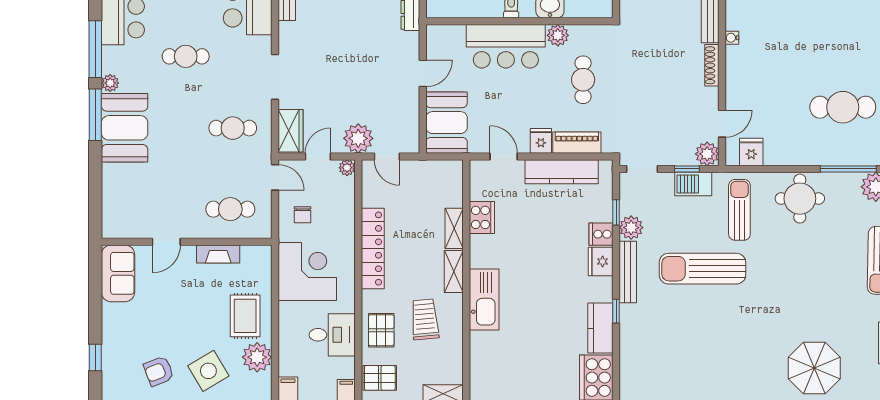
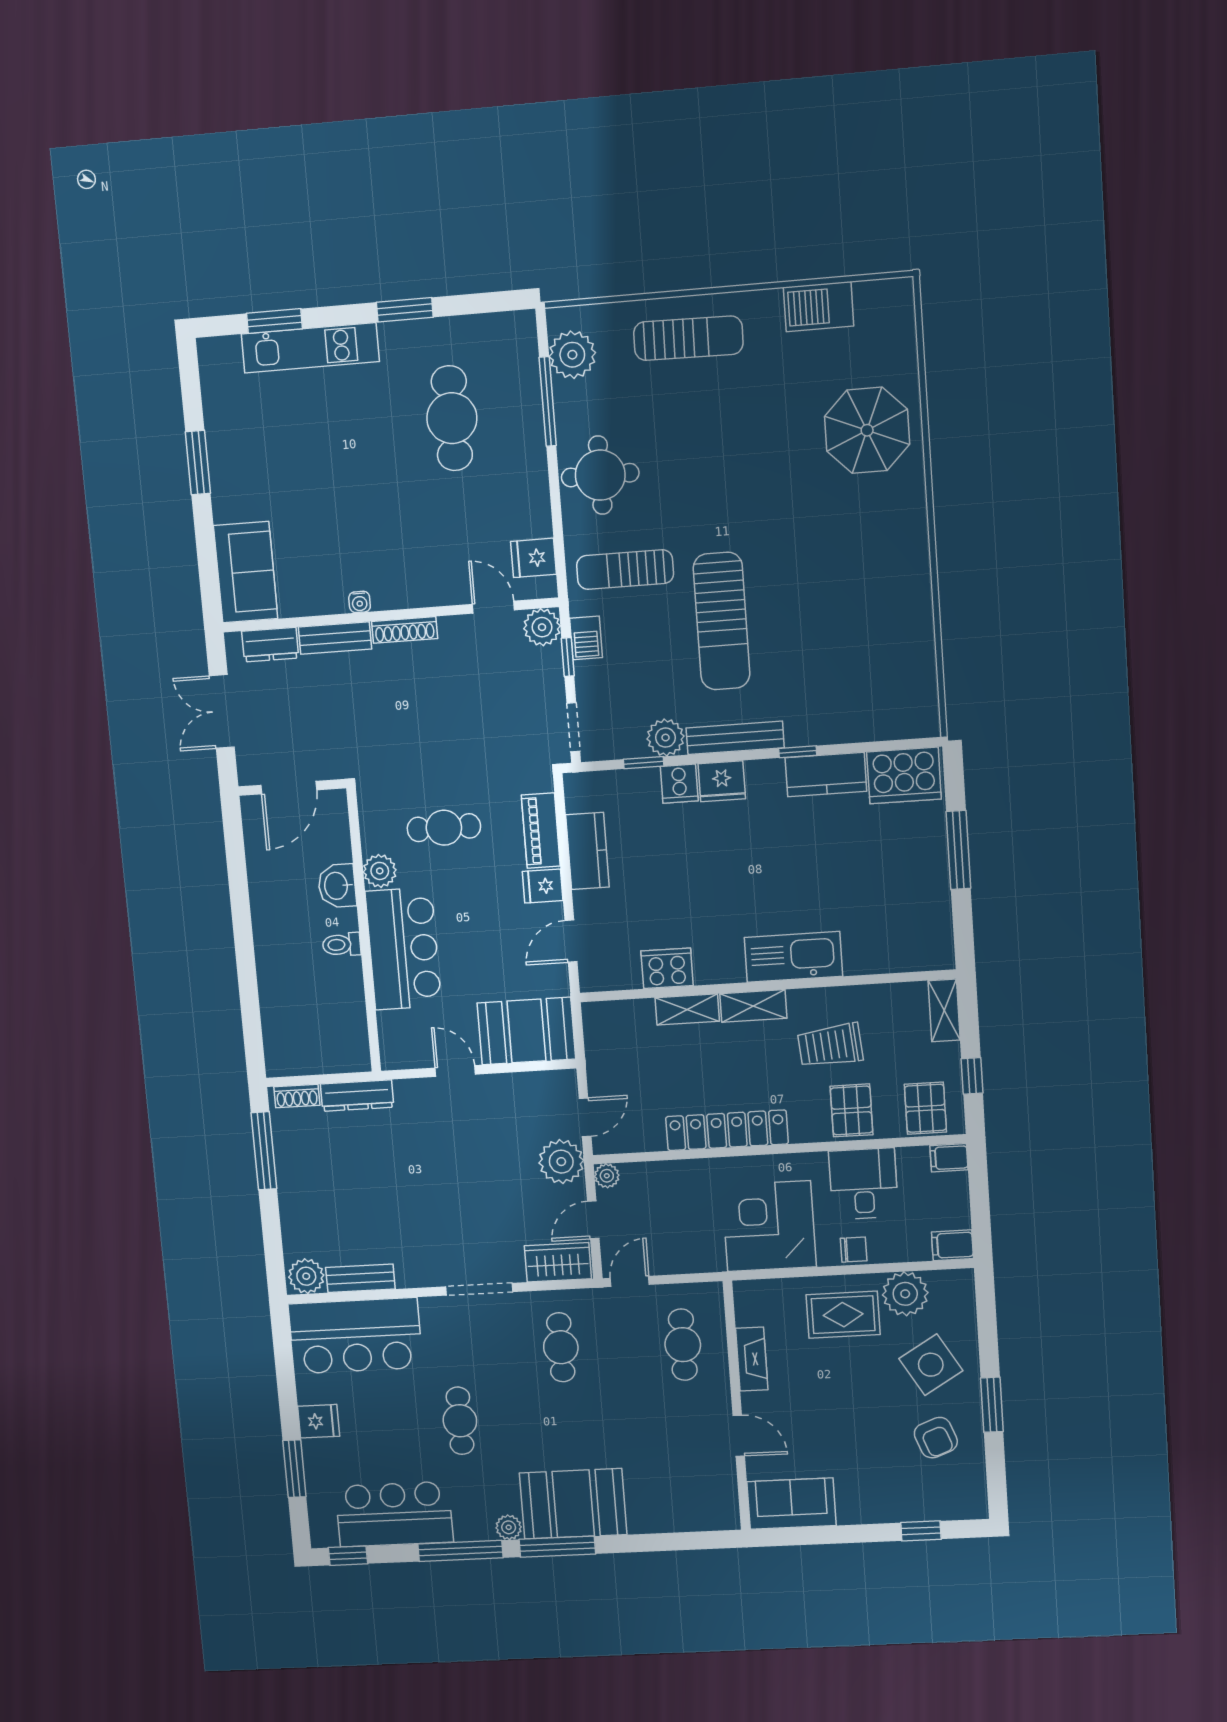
door: (318, 156) -> (593, 1220), hinge flipped
kitchen counter: (562, 172) -> (587, 851), width x0.67
barbecue: (693, 184) -> (586, 638), width x0.73, depth x0.79
chair: (302, 215) -> (854, 1250), moved
pallet: (381, 330) -> (852, 1110), turned 90

